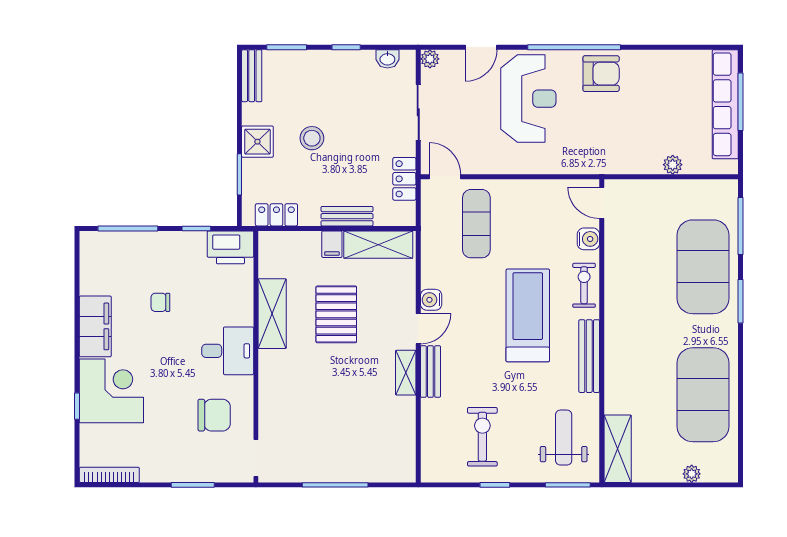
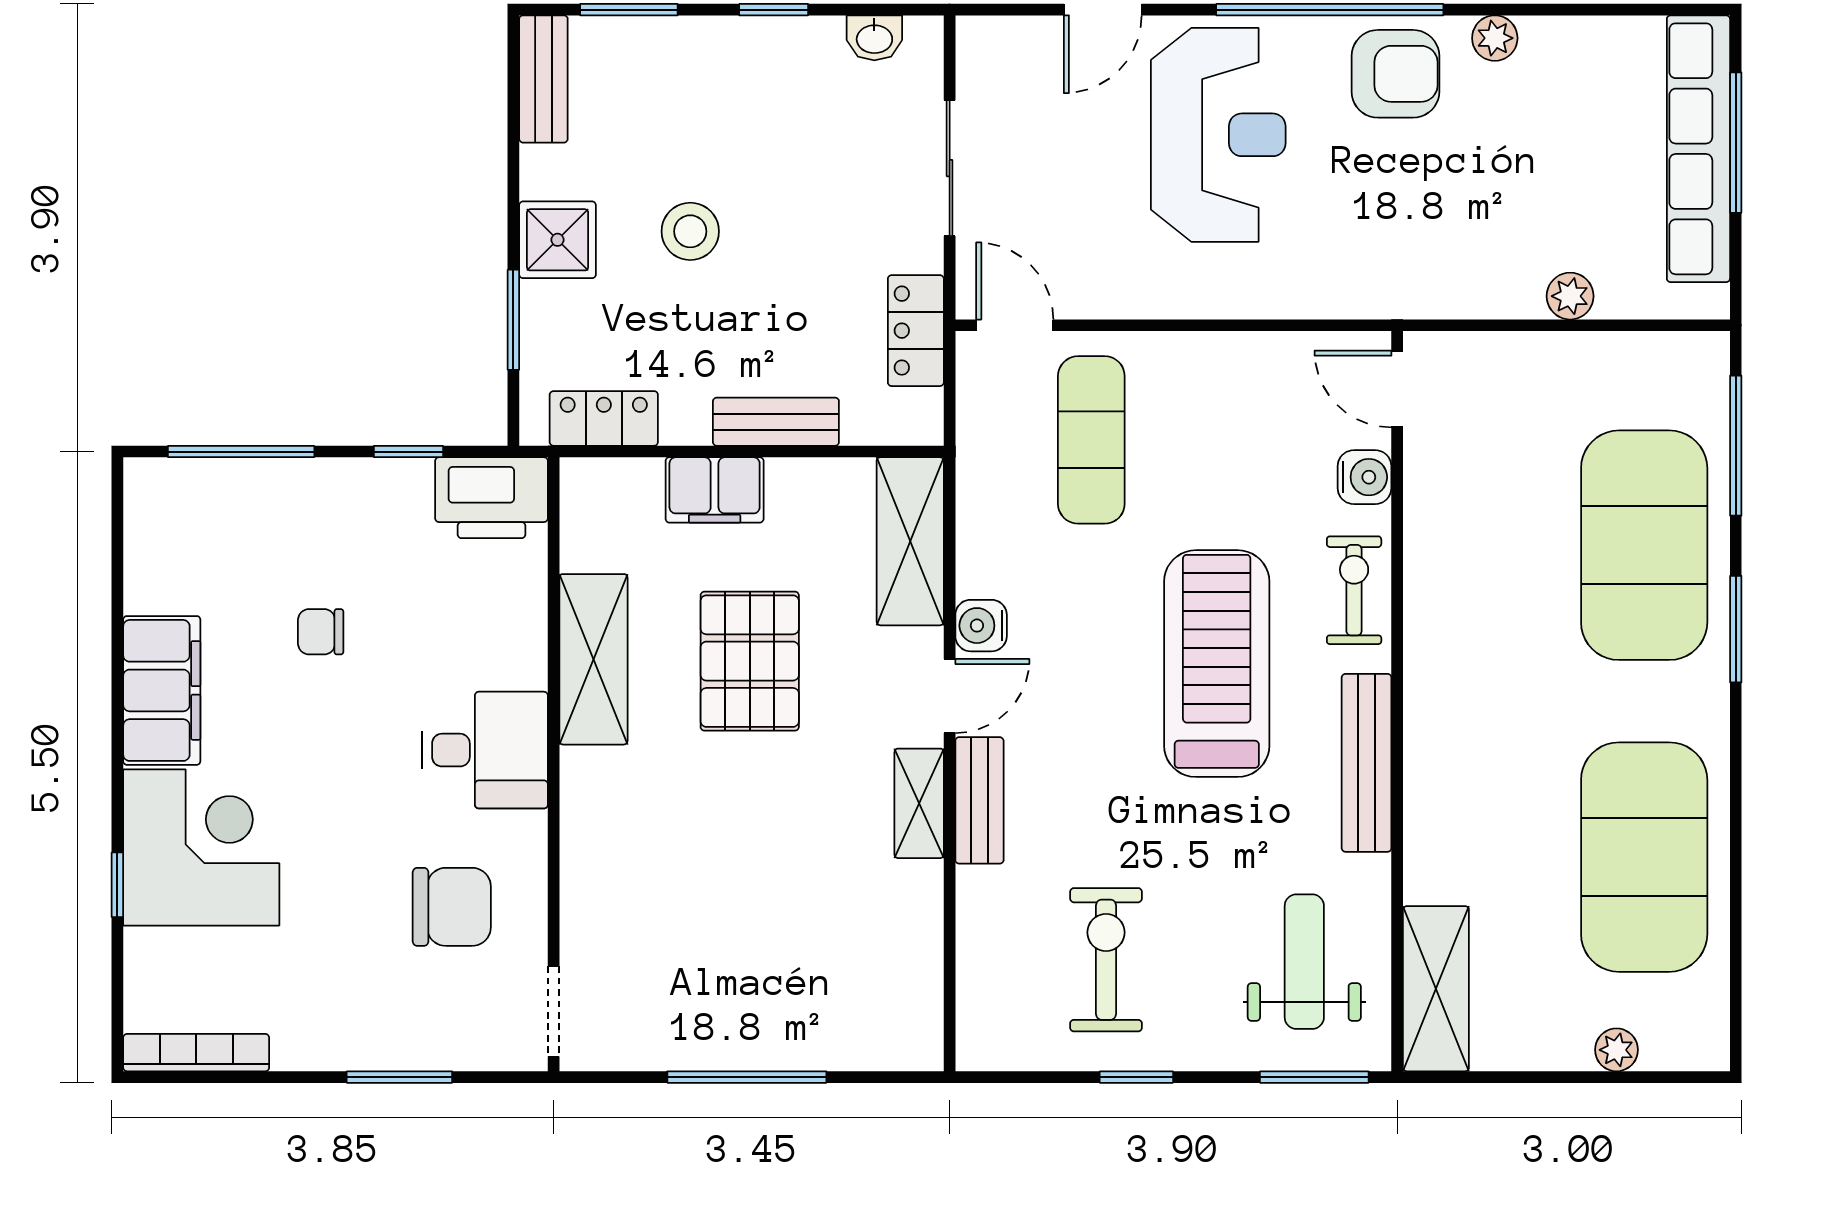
plant: (430, 59) -> (1495, 38), moved
filing cabinet: (332, 244) -> (715, 490), width x2.00
shelving: (378, 245) -> (910, 541), moved, turned 90

